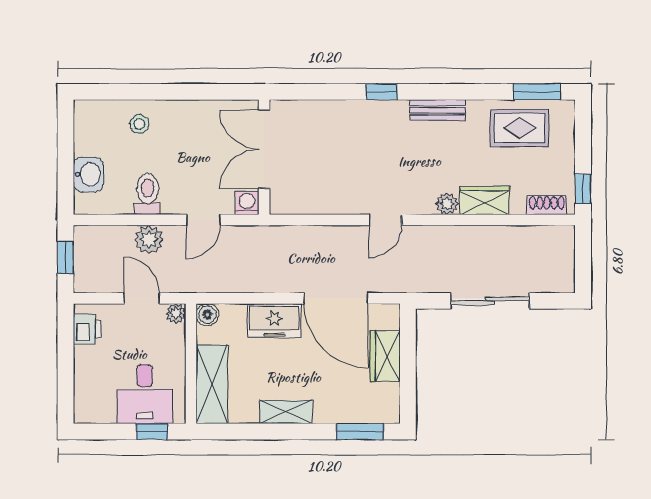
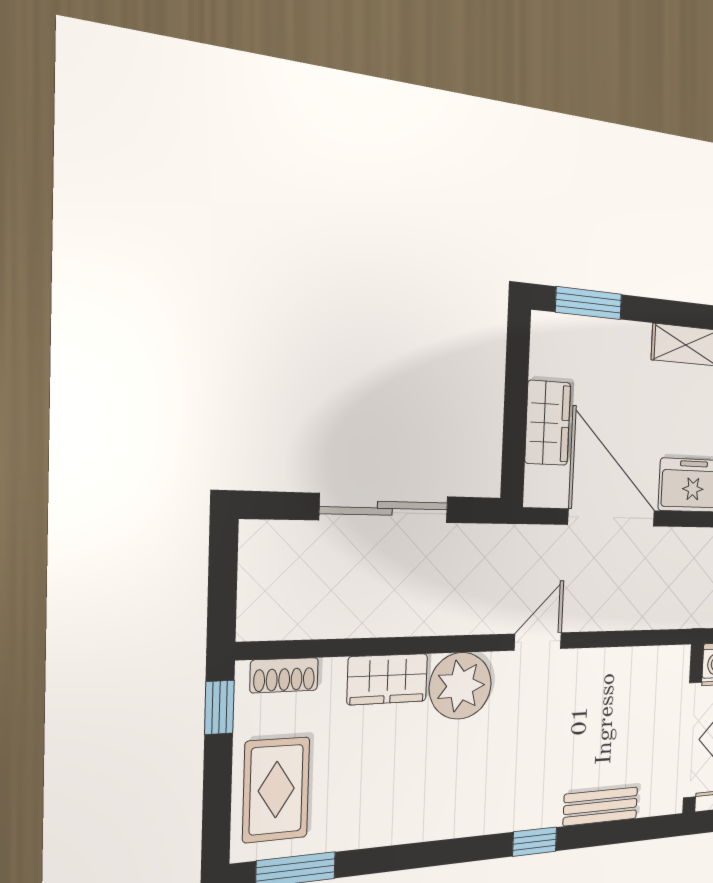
bench: (438, 110) -> (601, 806), moved
rug: (520, 128) -> (276, 790), moved, turned 90
plant: (447, 204) -> (460, 686), width x1.87, depth x1.87

